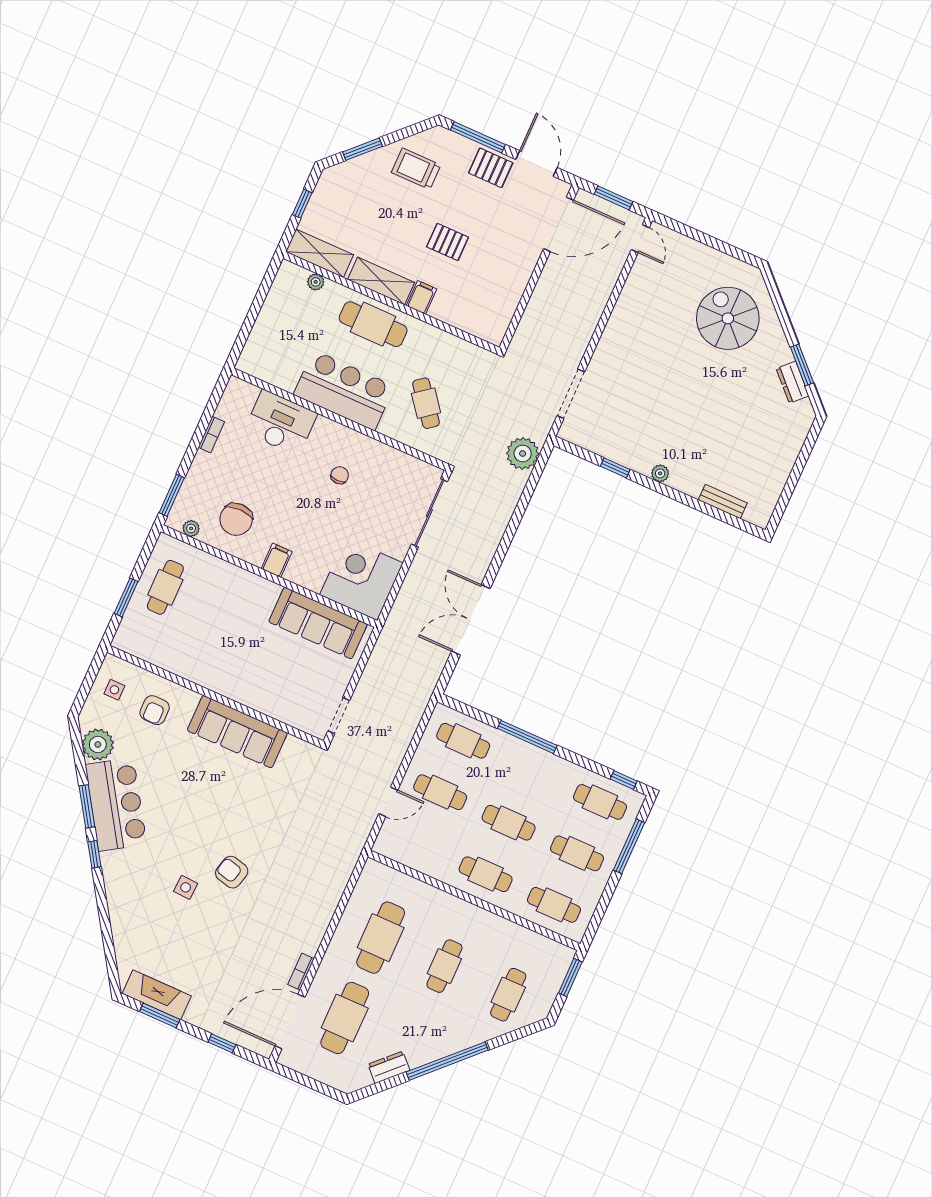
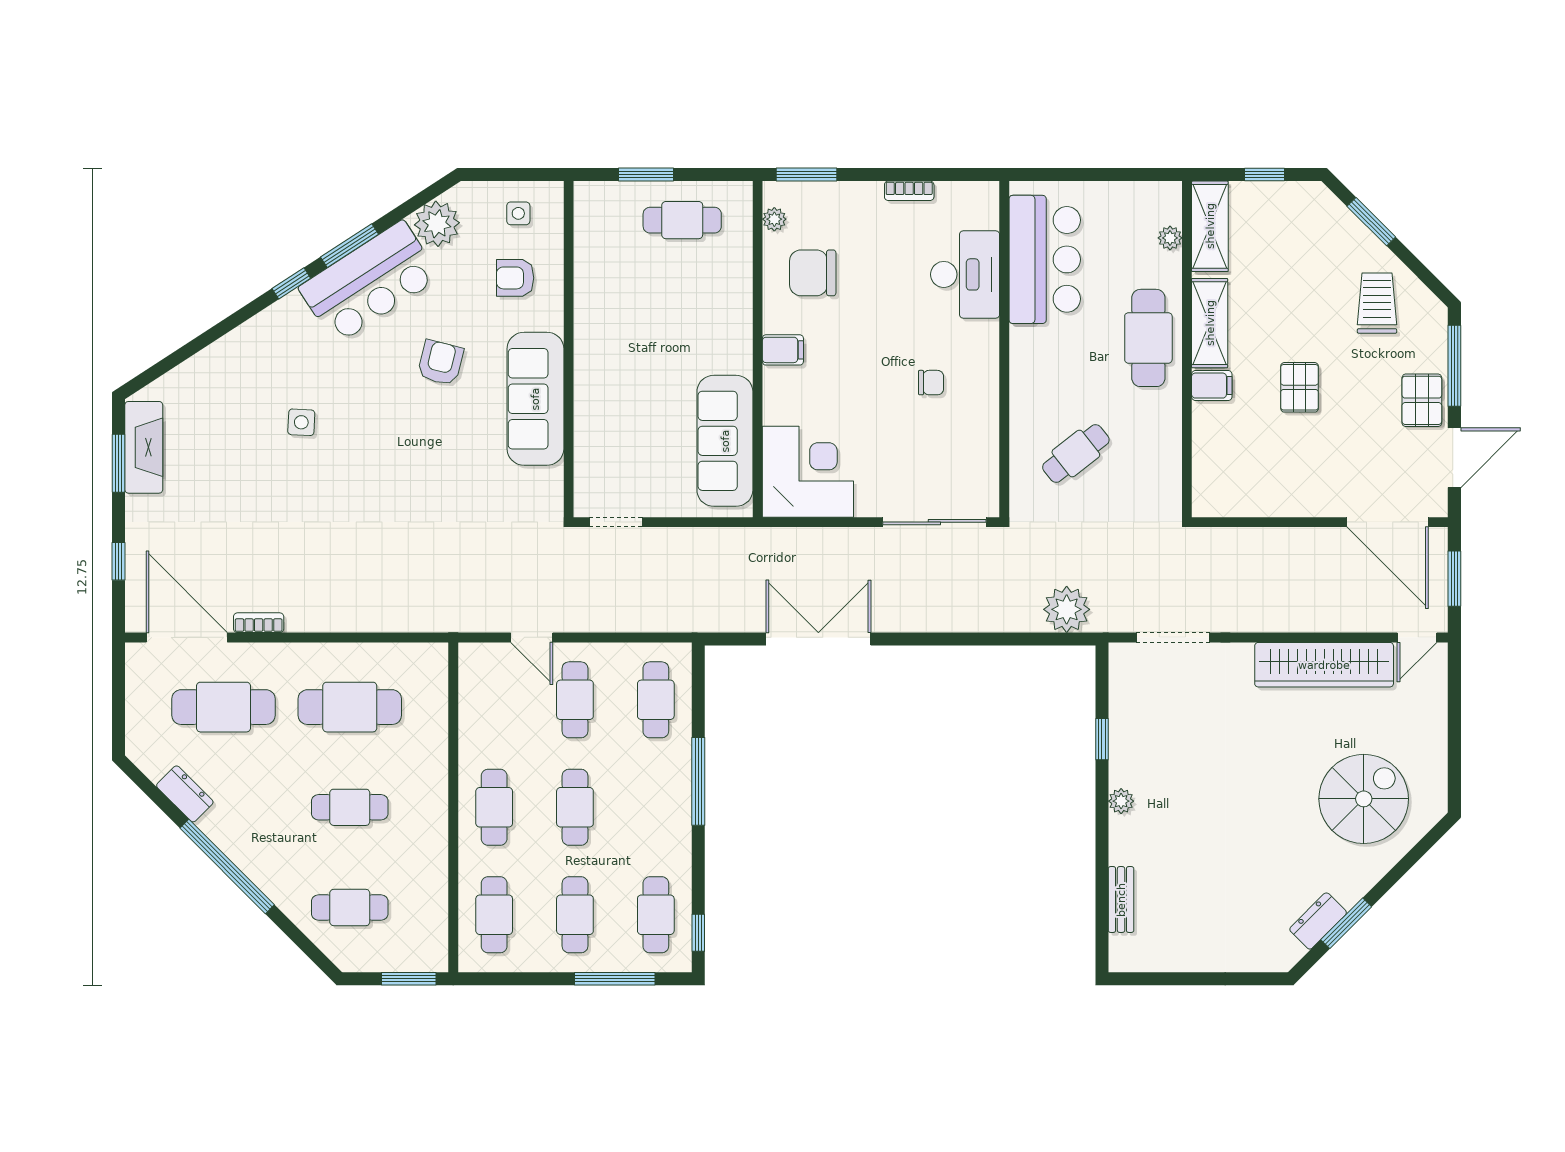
wardrobe: (631, 305) -> (1324, 665), added
bar counter: (344, 390) -> (1045, 259), moved
armchair: (232, 872) -> (440, 363), moved

